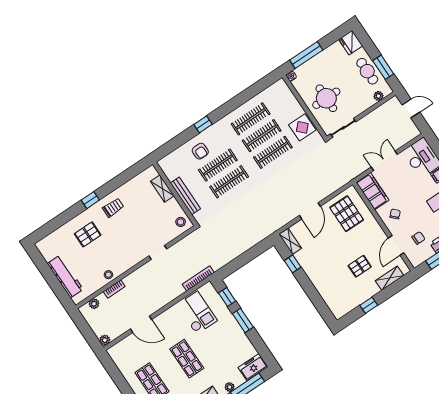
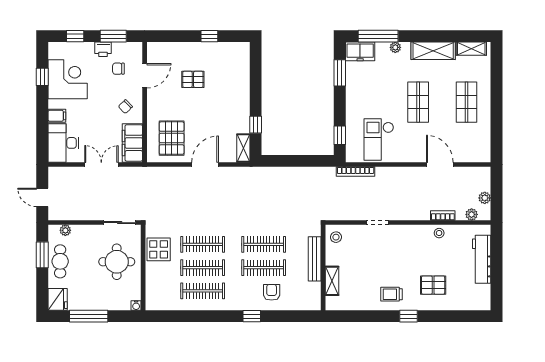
window: (306, 55) -> (89, 316), moved
double door: (384, 161) -> (101, 165), swing flipped
shelving: (389, 278) -> (172, 49), removed
window: (243, 320) -> (340, 73), moved
plant: (105, 340) -> (485, 198), moved

